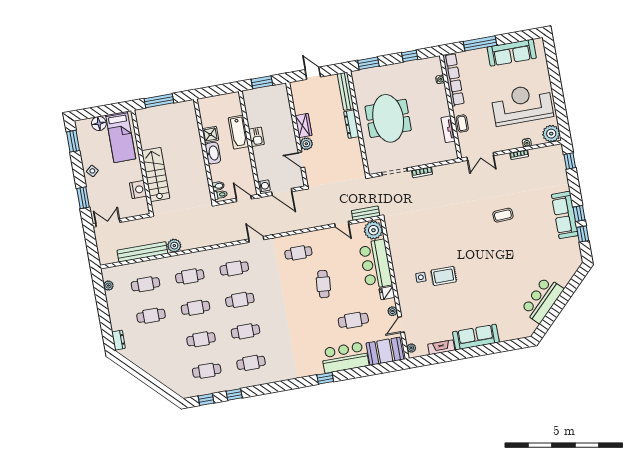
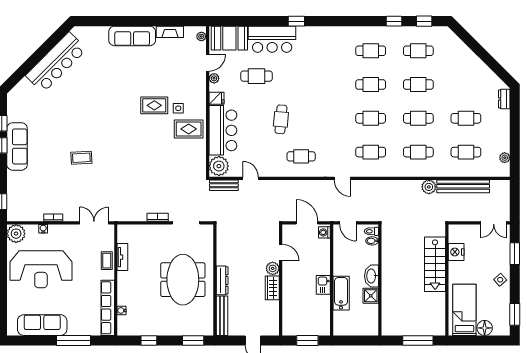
rug: (408, 260) -> (189, 129), added
bar counter: (542, 300) -> (56, 62), width x1.36

